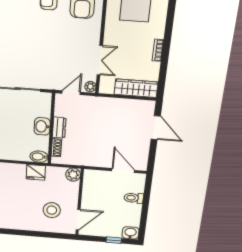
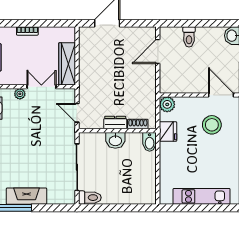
plant: (90, 87) -> (20, 94), moved
wardrobe: (136, 88) -> (67, 64), moved
fridge: (36, 172) -> (168, 132), moved

